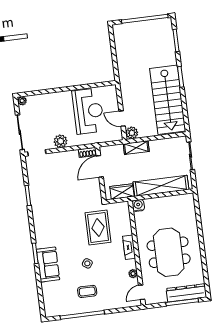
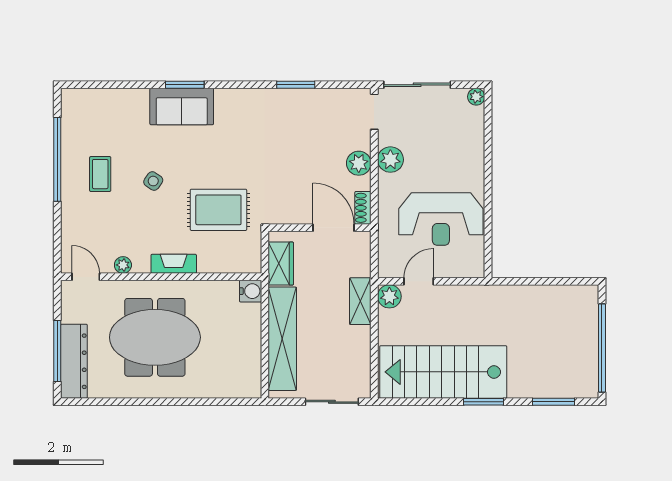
plant: (64, 158) -> (359, 163), added
sofa: (48, 265) -> (182, 107), moved

